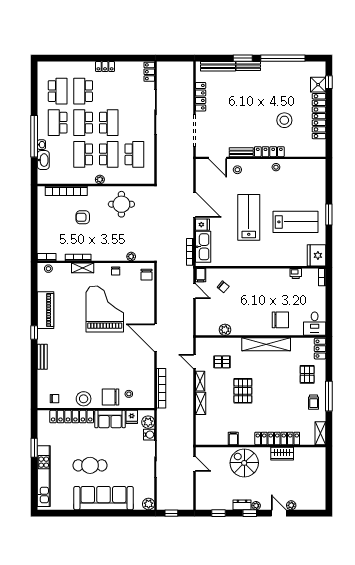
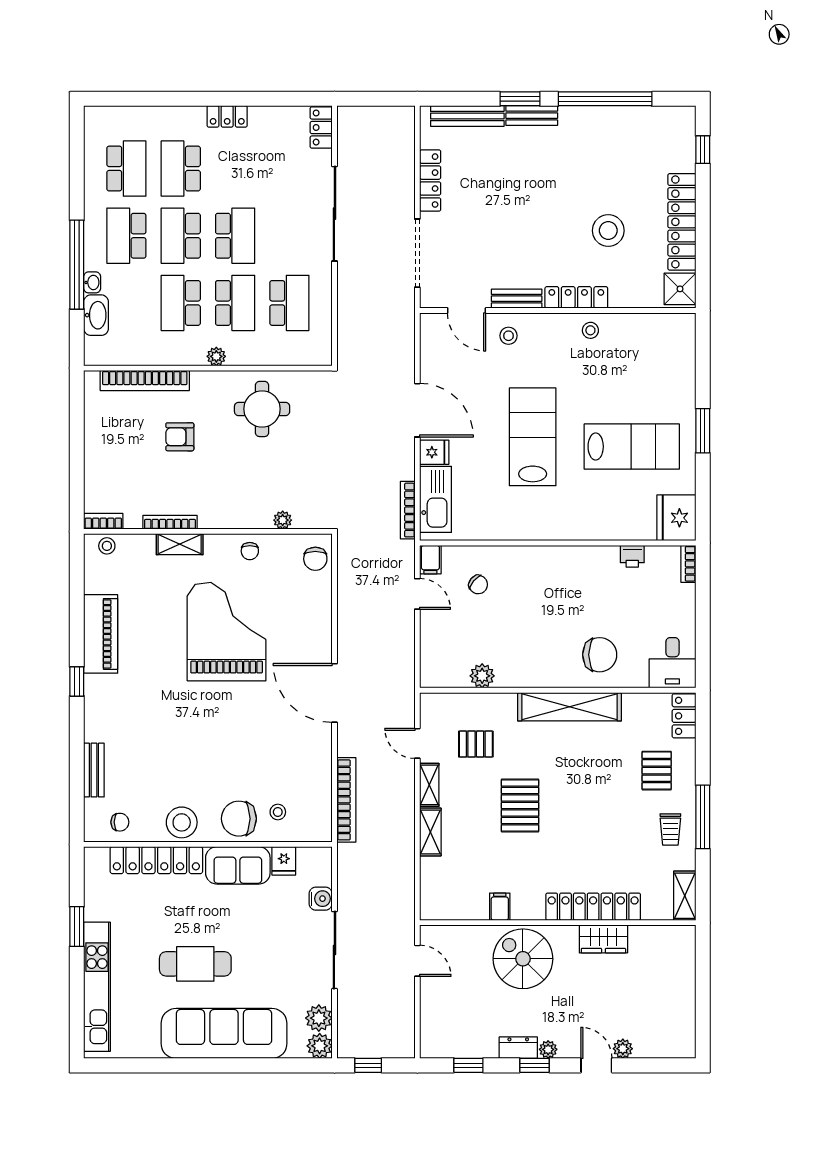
shower: (318, 85) -> (680, 289), moved
bench: (42, 357) -> (94, 770), moved
plant: (148, 422) -> (319, 1018), moved

